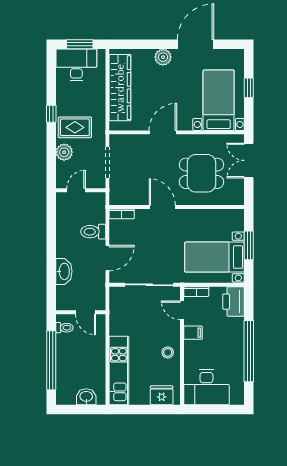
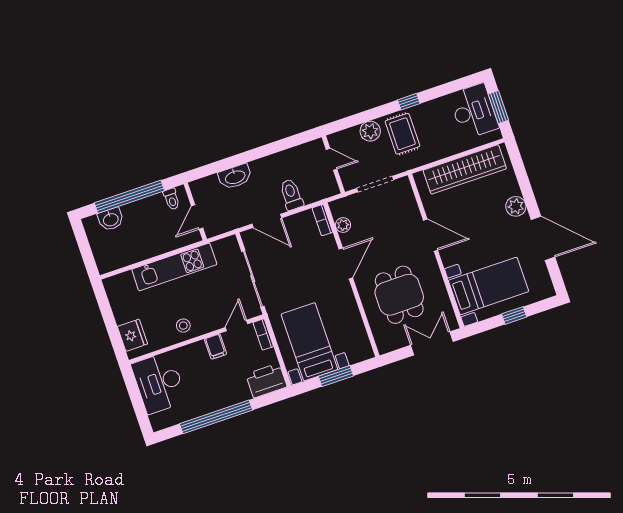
plant: (131, 199) -> (343, 225), added
kitchen unit: (119, 370) -> (174, 267), moved
washbasin: (86, 397) -> (111, 219), moved, turned 90

